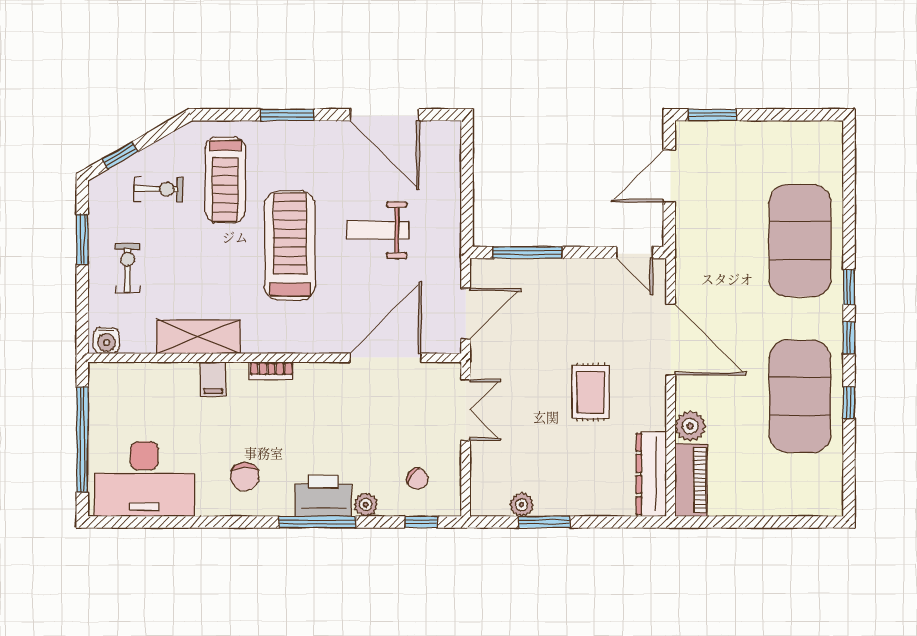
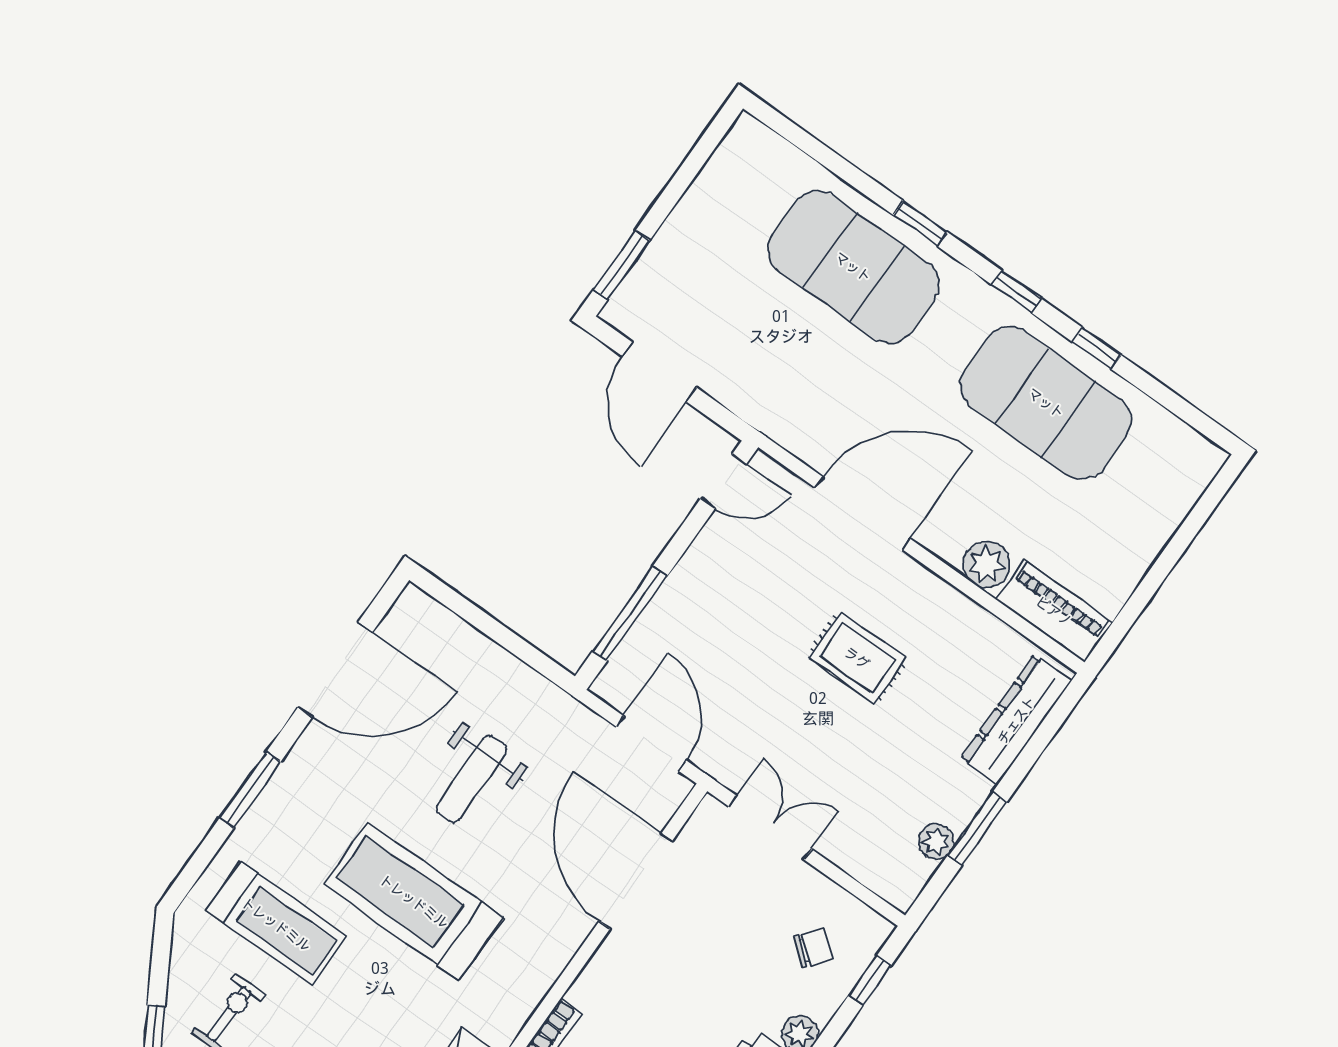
window: (849, 287) -> (920, 223), moved
dresser: (651, 474) -> (1016, 720), moved, turned 90

